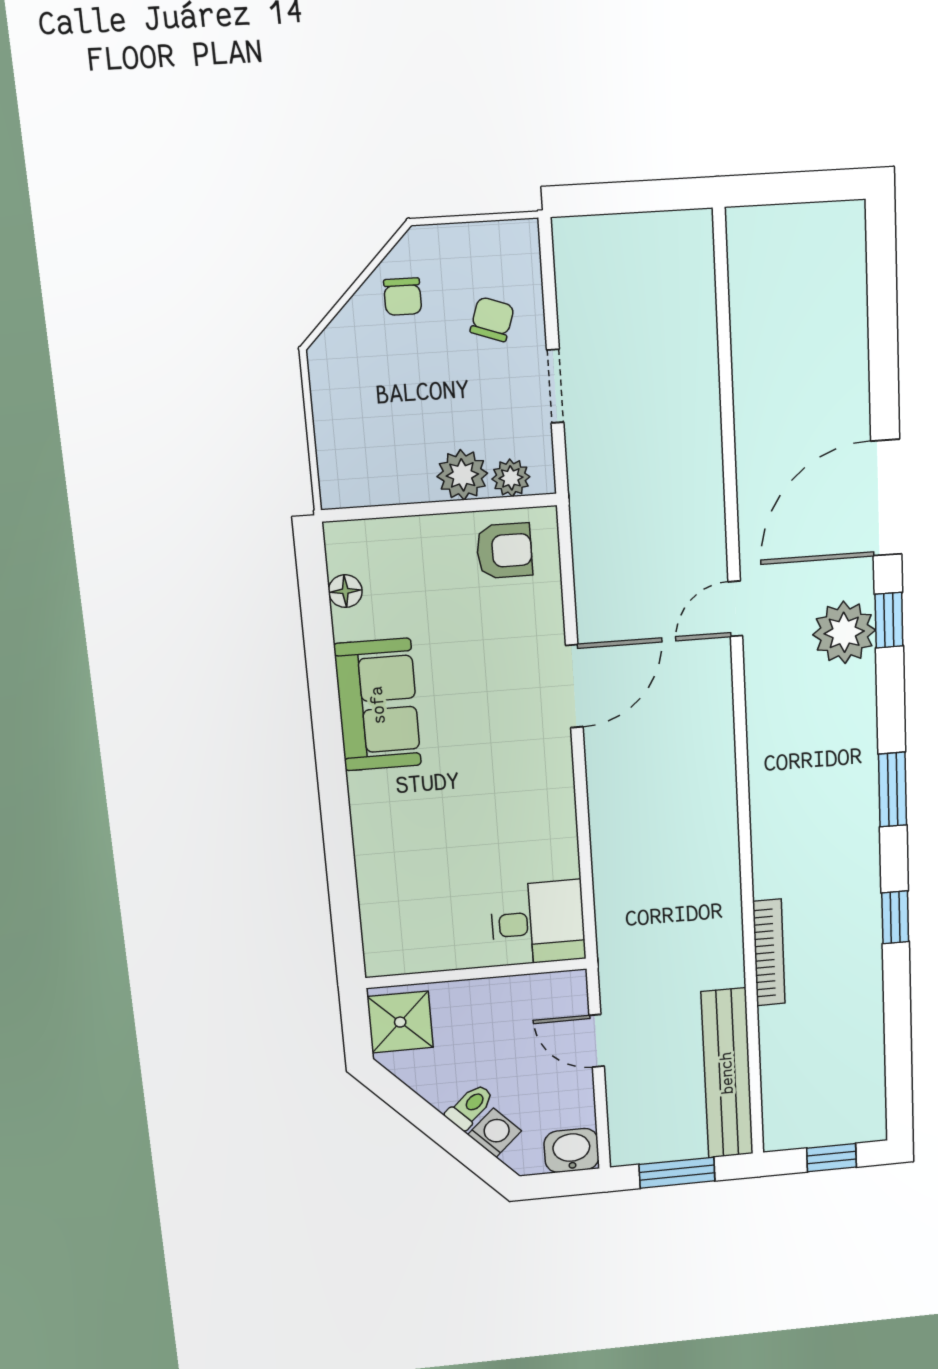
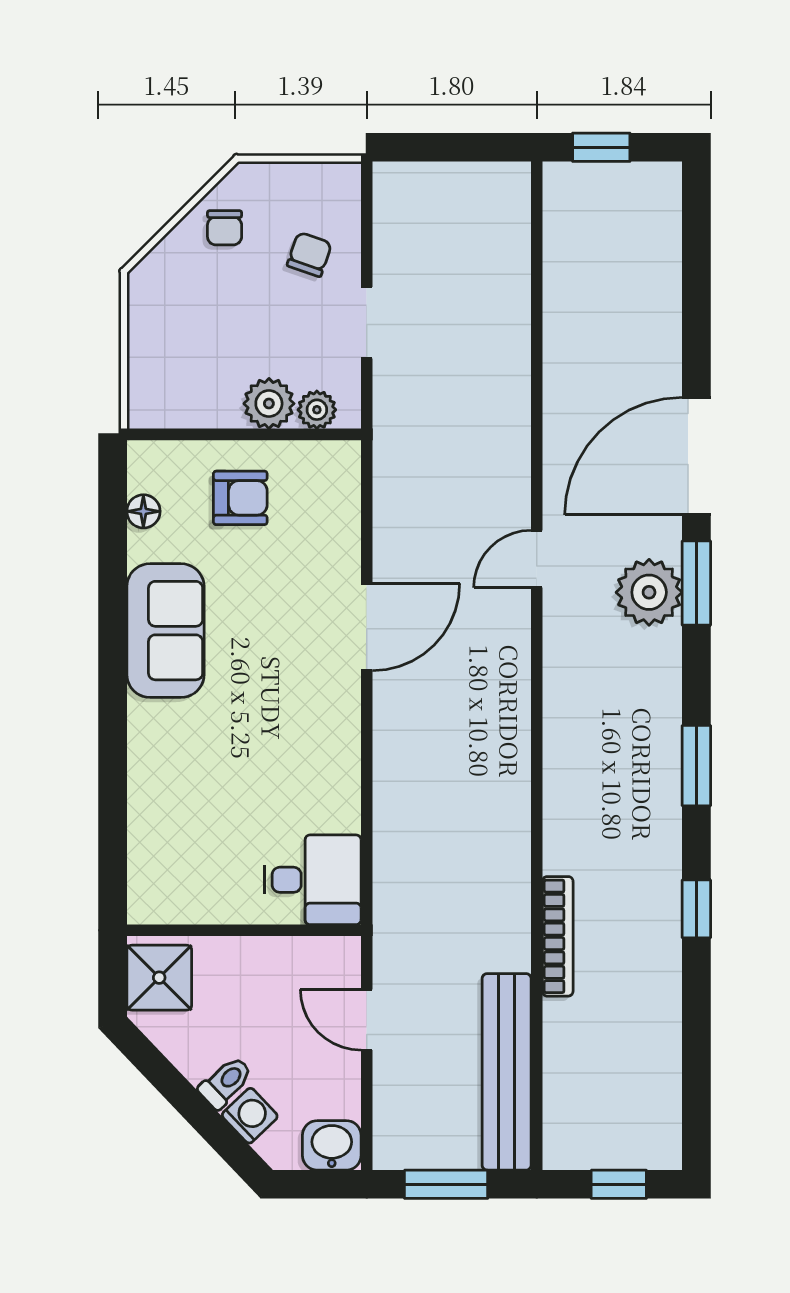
window: (784, 188) -> (601, 147), added
armchair: (504, 551) -> (240, 498), moved
window: (889, 620) -> (696, 583), width x1.50

